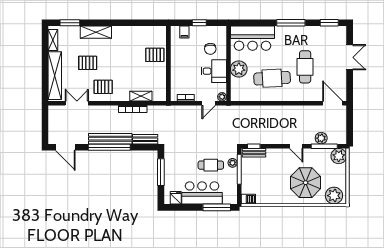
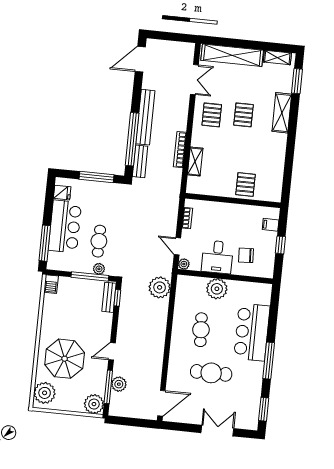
bar counter: (253, 38) -> (252, 332), moved
double door: (350, 57) -> (217, 431), swing flipped
pallet: (88, 63) -> (243, 115), moved
cafe table: (272, 78) -> (201, 330), width x0.73, depth x0.74
plant: (242, 114) -> (160, 287), added
window: (109, 147) -> (132, 139), moved

